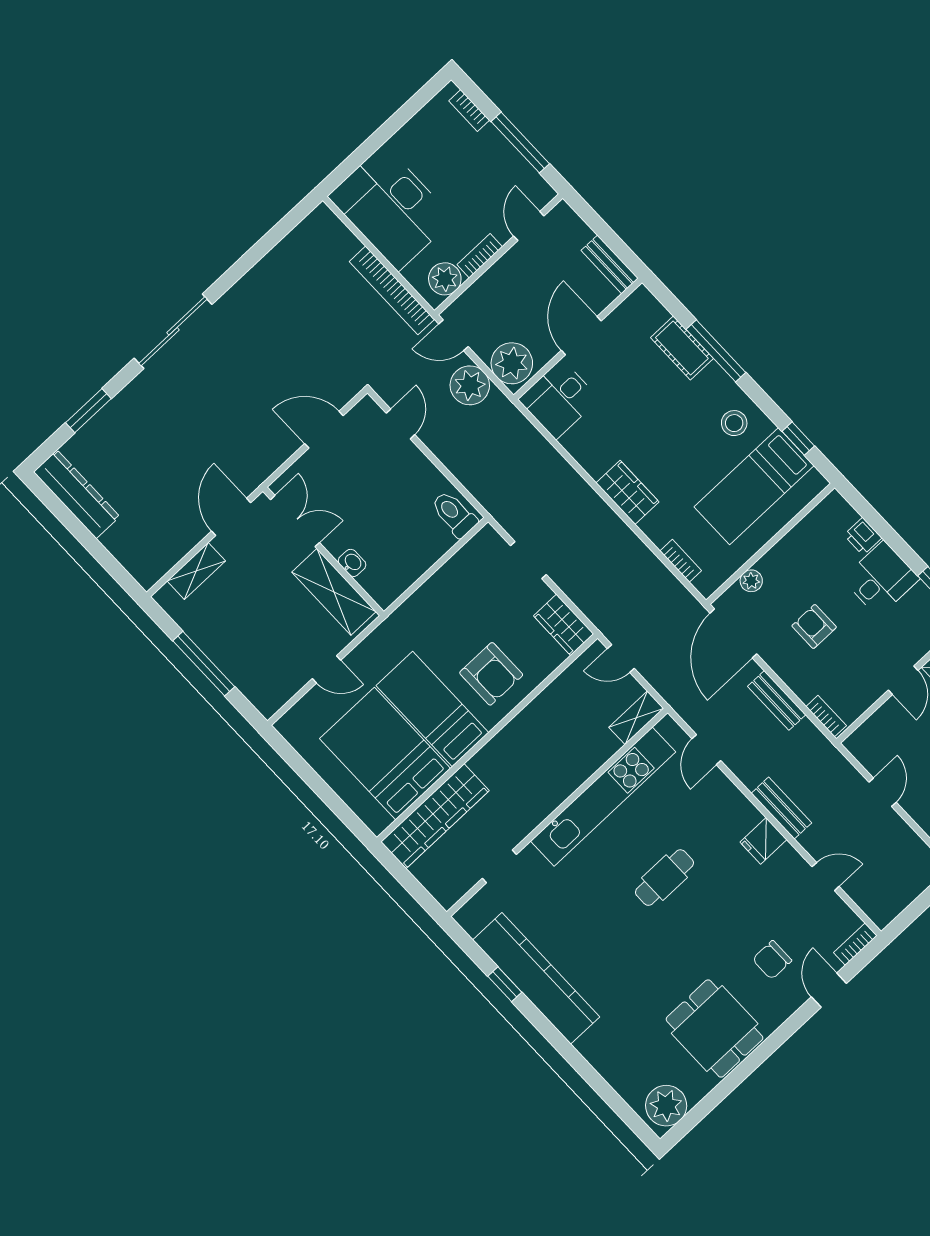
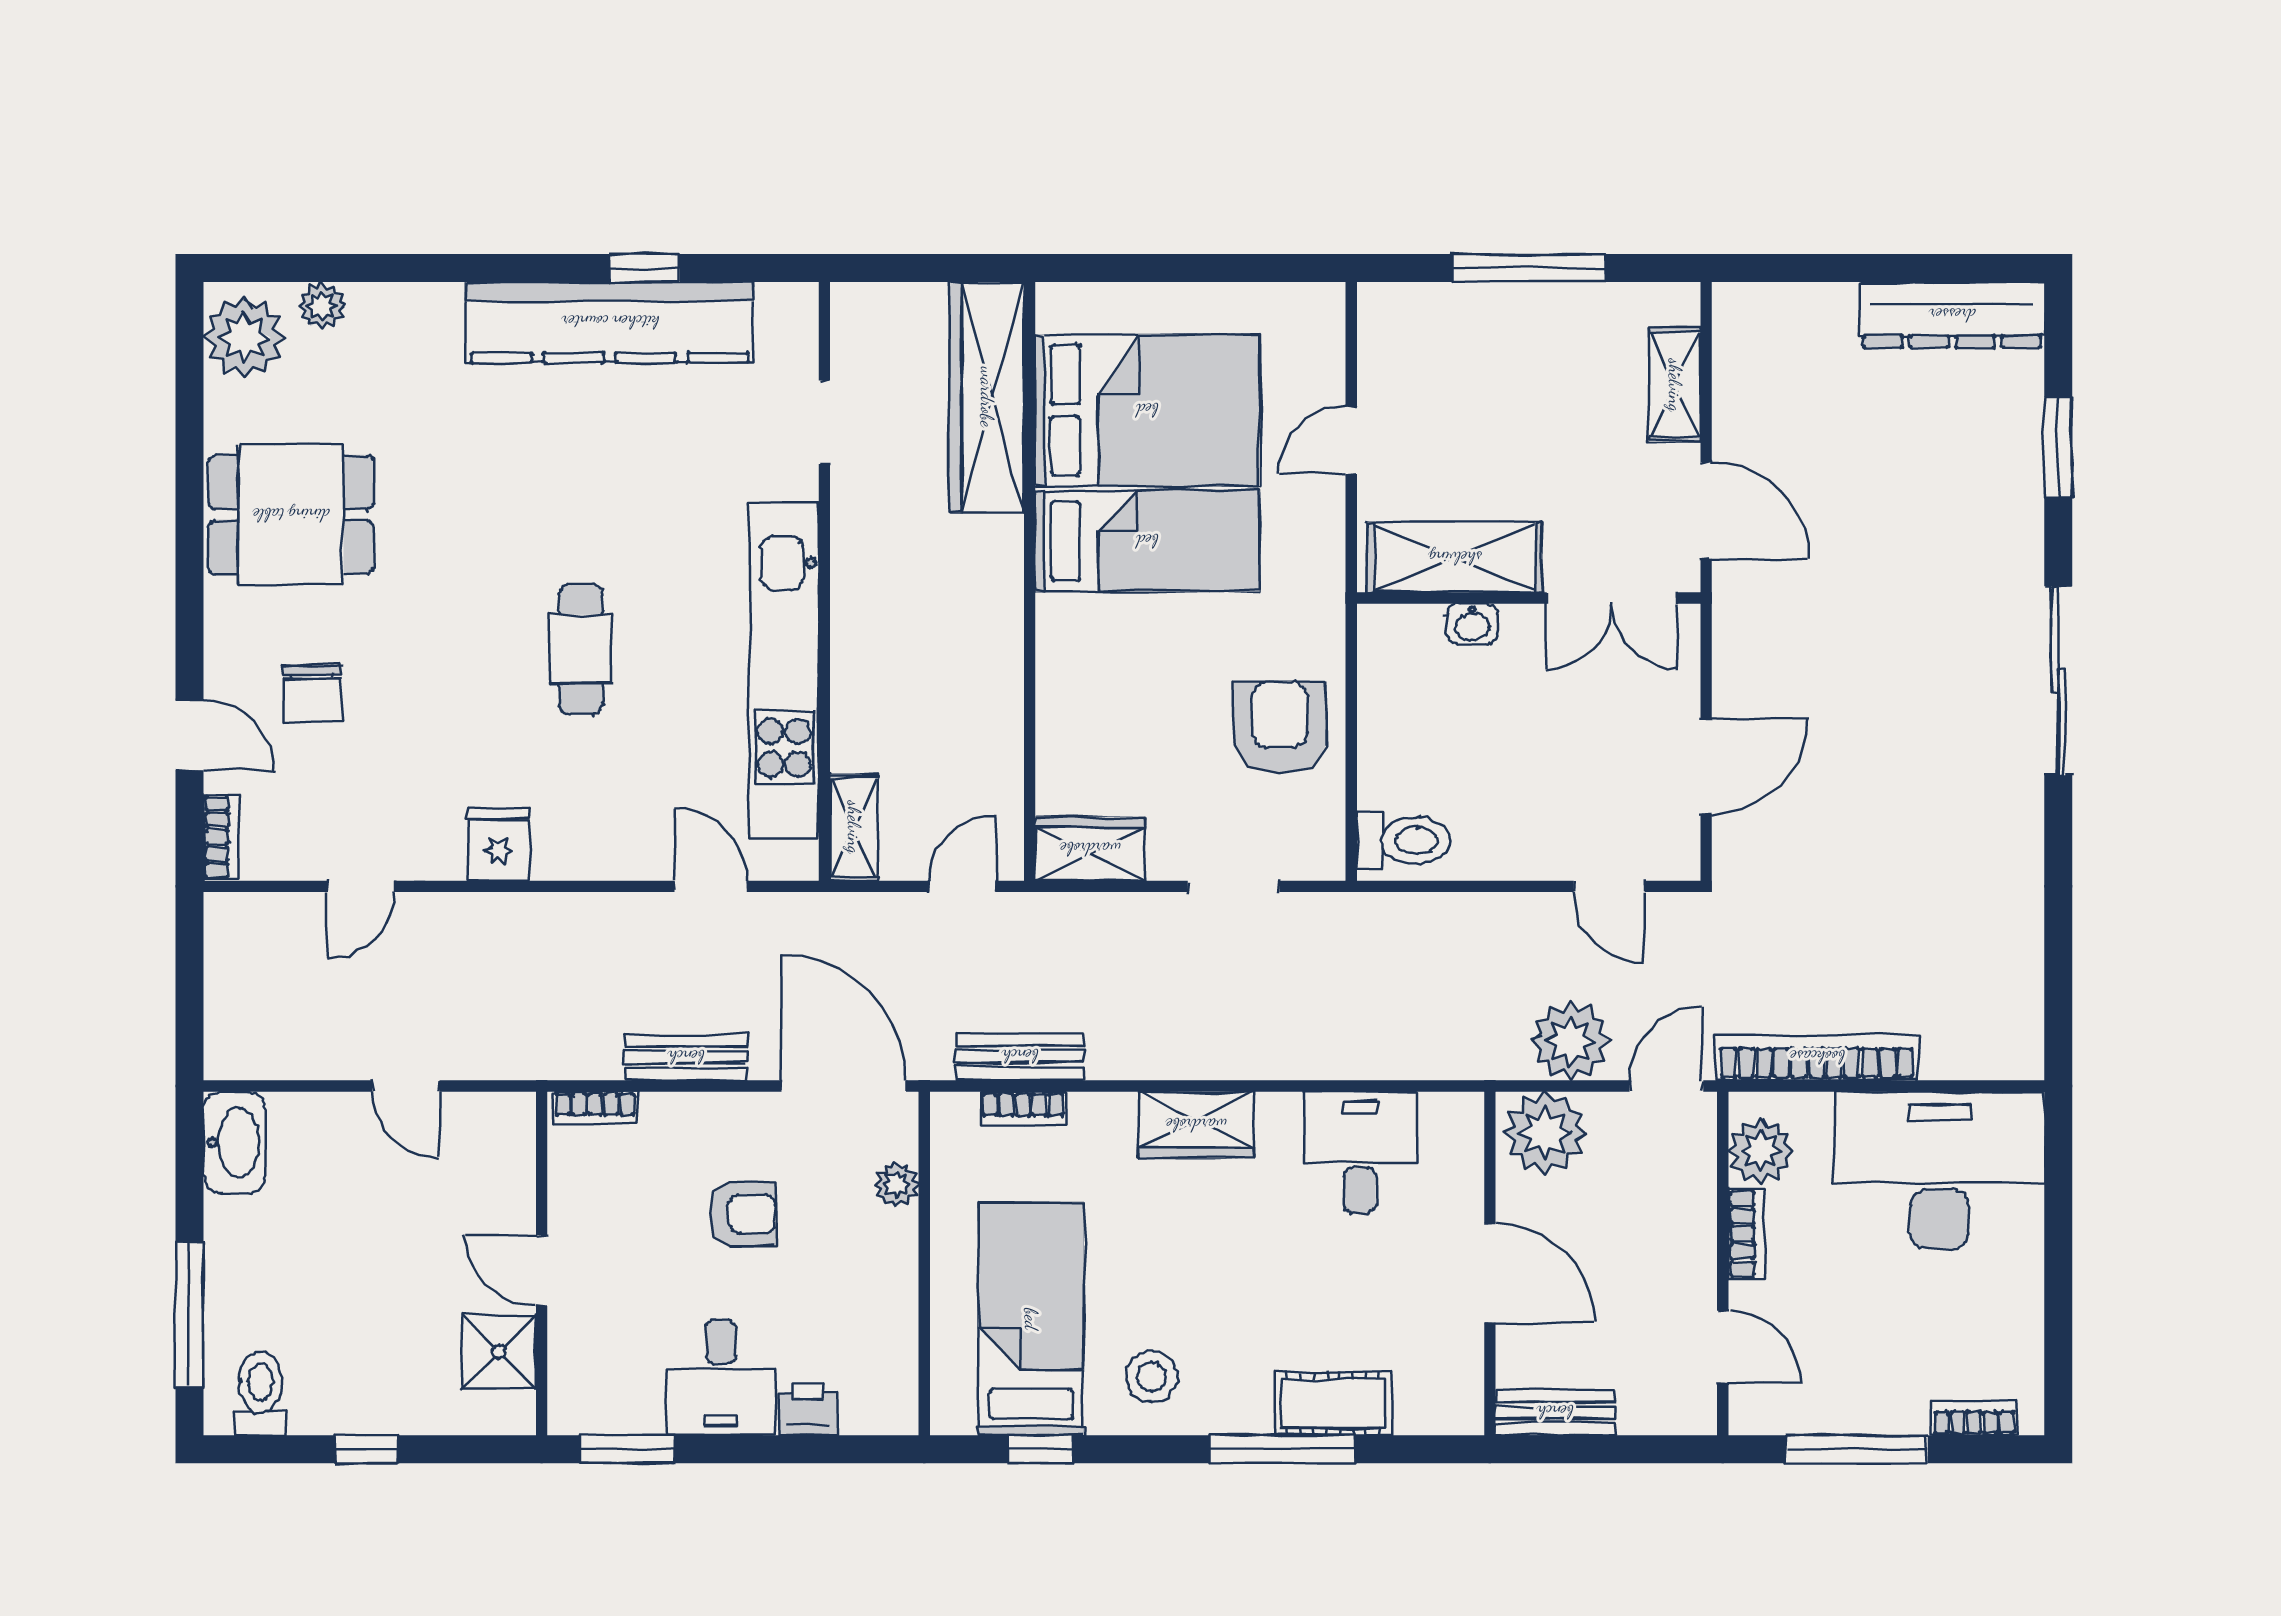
desk: (559, 399) -> (1360, 1152), moved
armchair: (491, 674) -> (1280, 727), moved, turned 90
bench: (781, 808) -> (1020, 1056), moved
chair: (772, 960) -> (312, 693), turned 180
plant: (628, 1088) -> (322, 306), added

